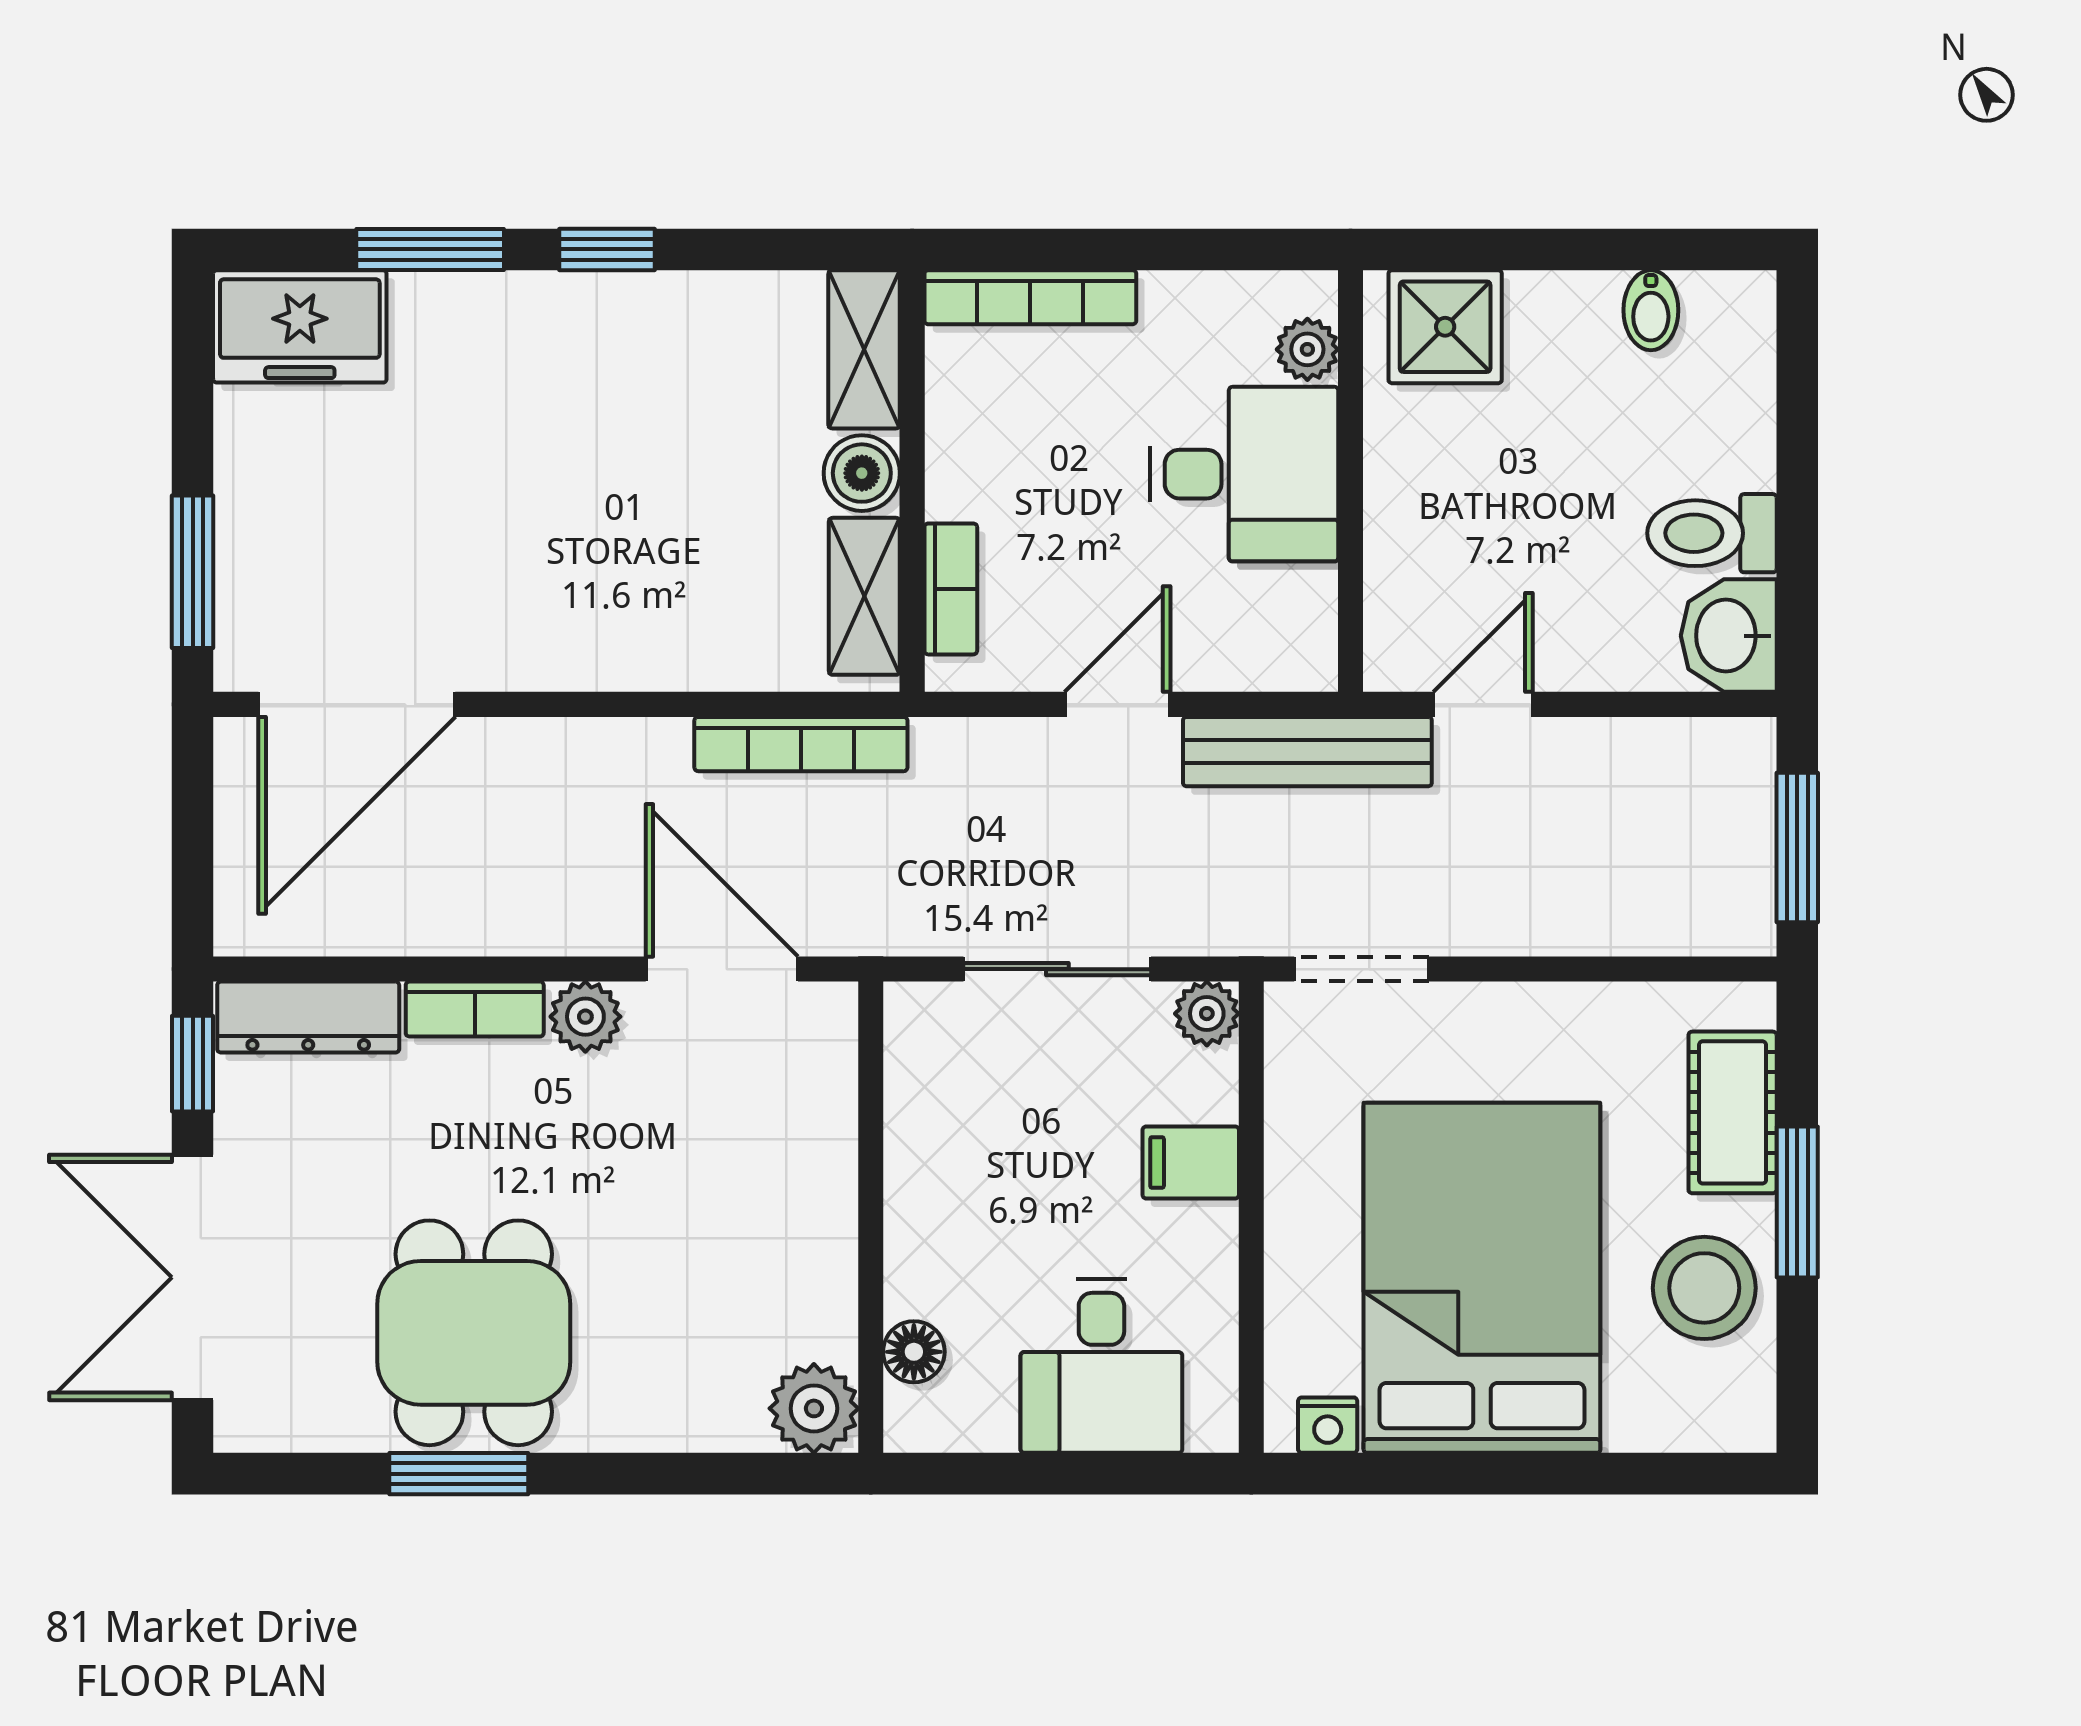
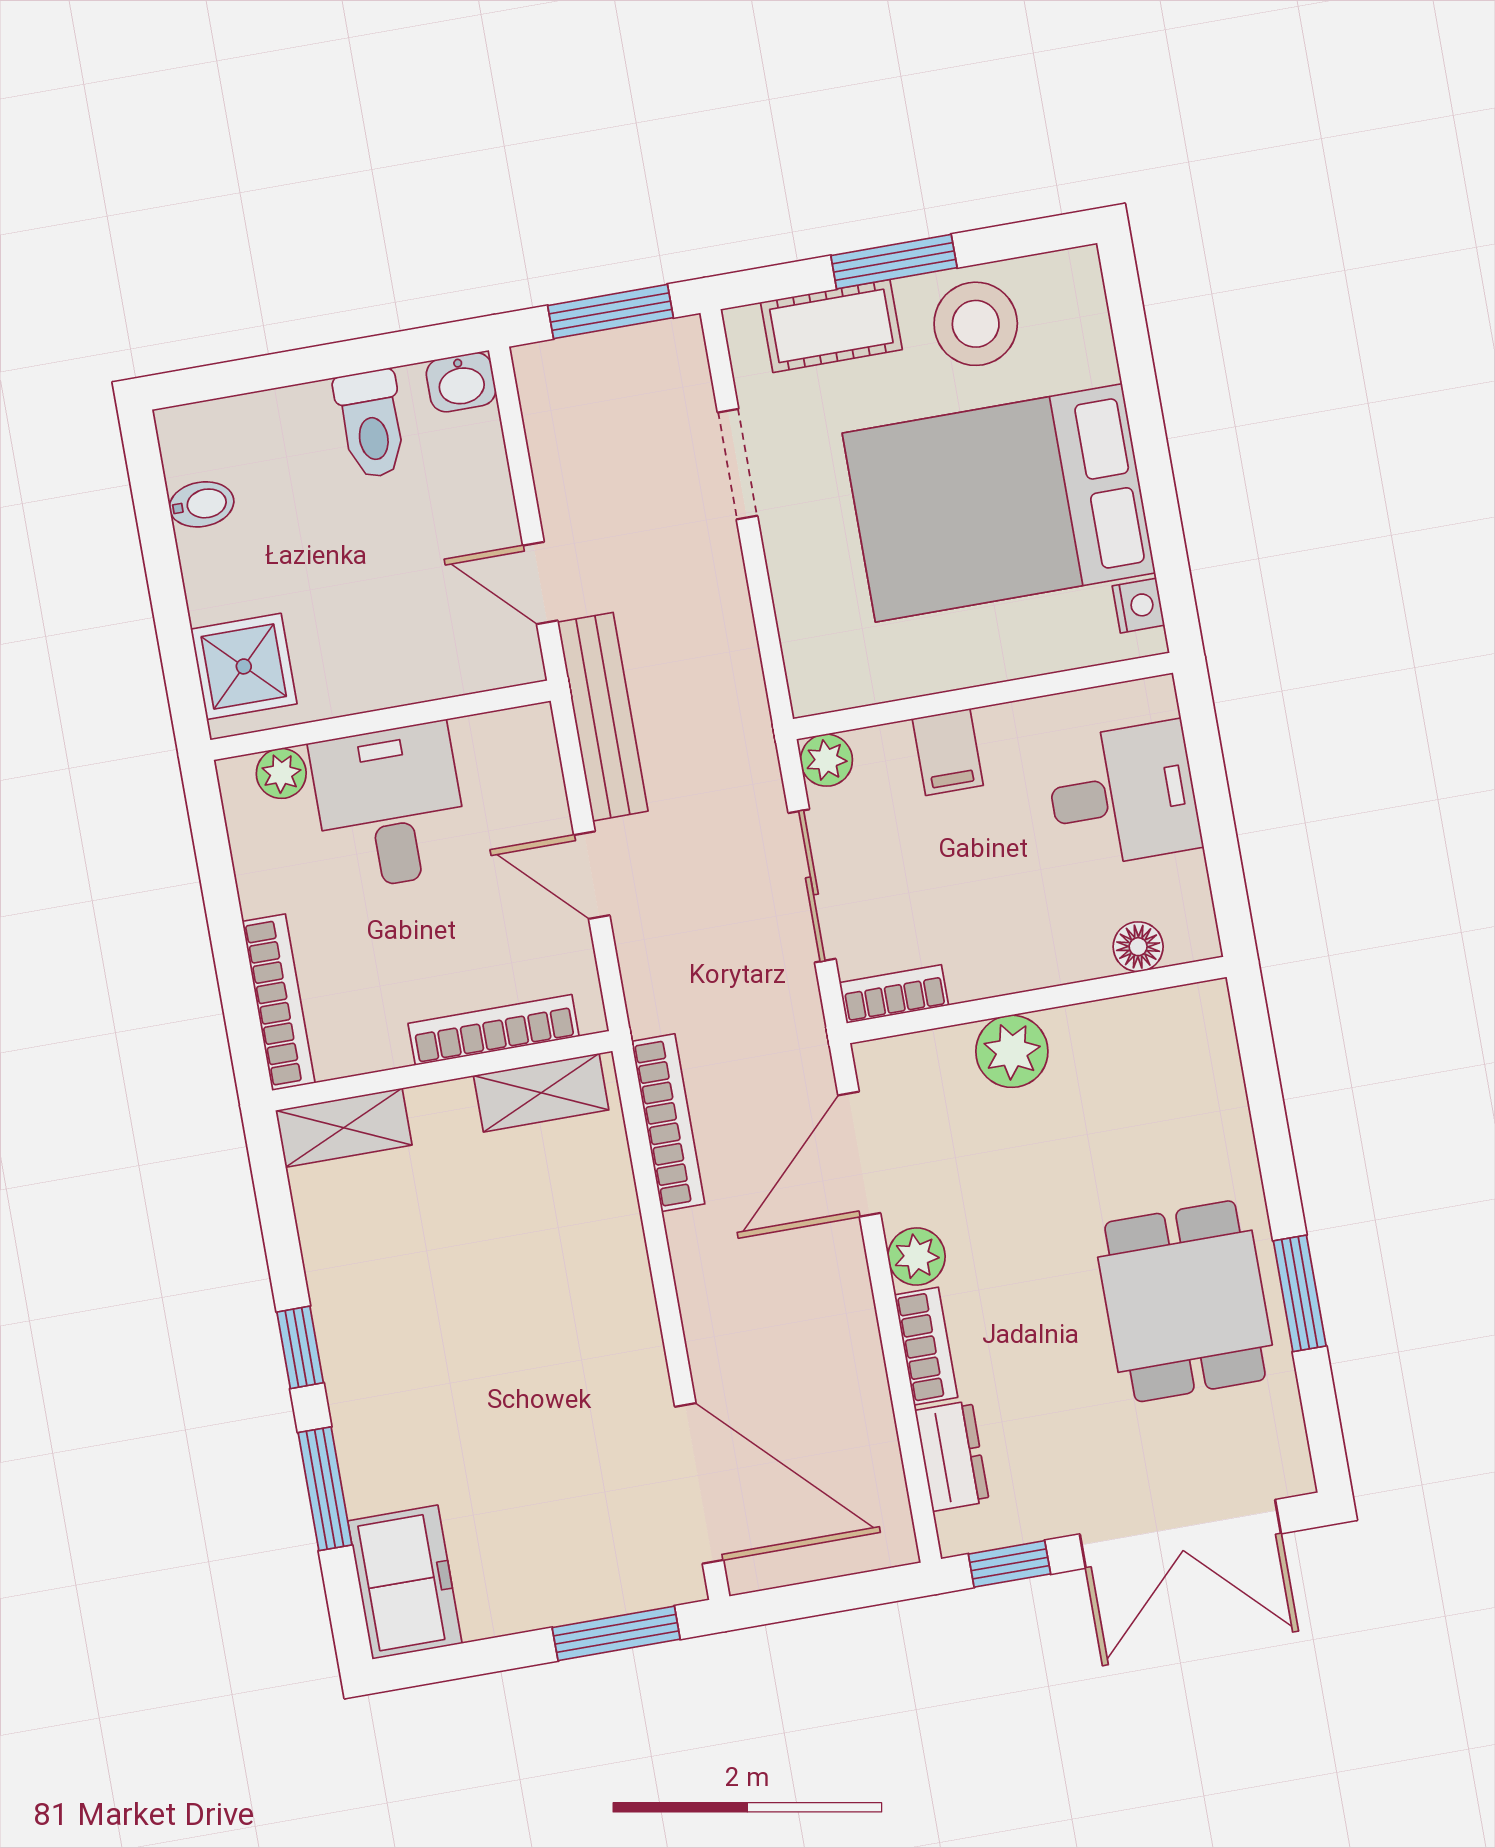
boiler: (862, 473) -> (443, 1112), removed
bookcase: (951, 589) -> (494, 1030), width x1.56
washbasin: (1729, 636) -> (461, 382), width x0.72, depth x0.69
doorway: (1361, 969) -> (738, 464), moved
dresser: (308, 1017) -> (952, 1456), width x0.70
bookcase: (909, 1045) -> (894, 994), added
dining table: (474, 1333) -> (1185, 1301), turned 90
plant: (814, 1408) -> (1012, 1051), moved

